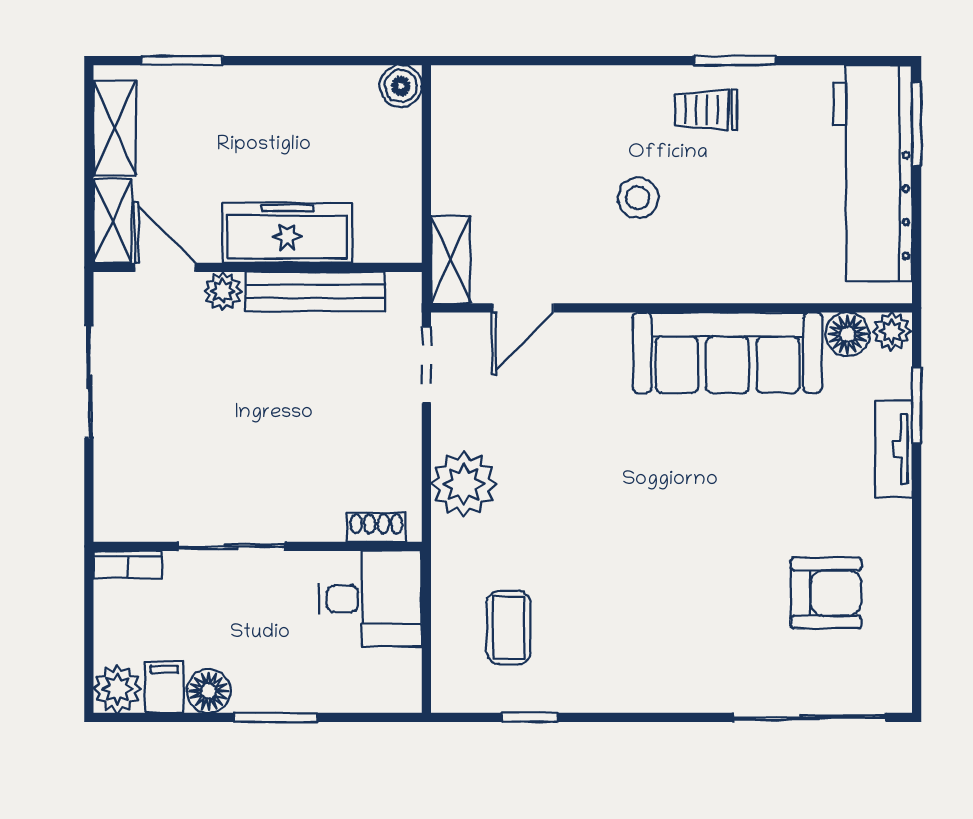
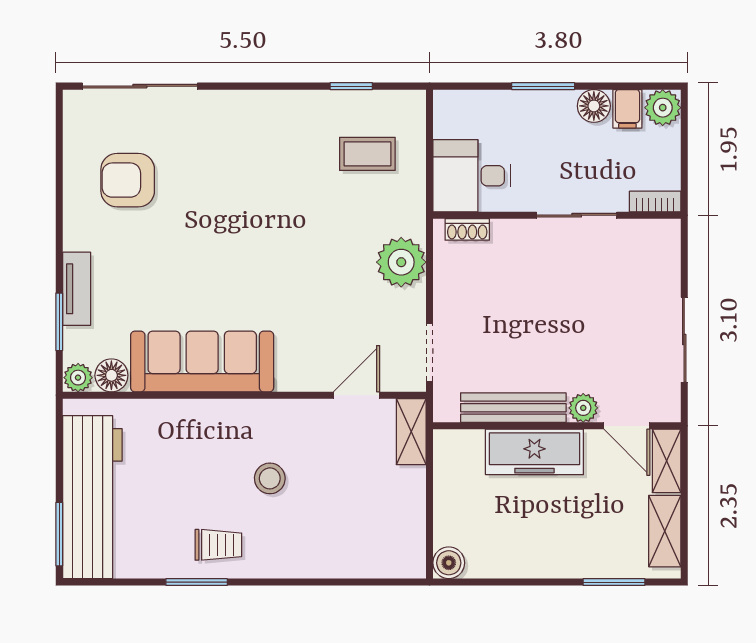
coffee table: (509, 628) -> (367, 154), turned 90

